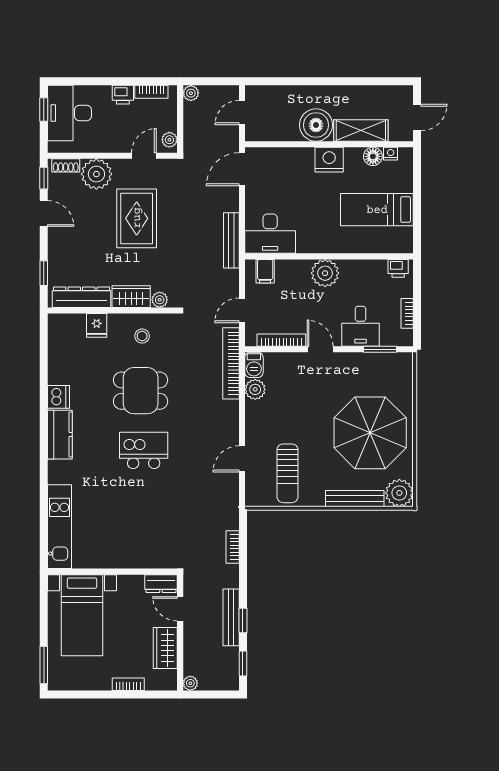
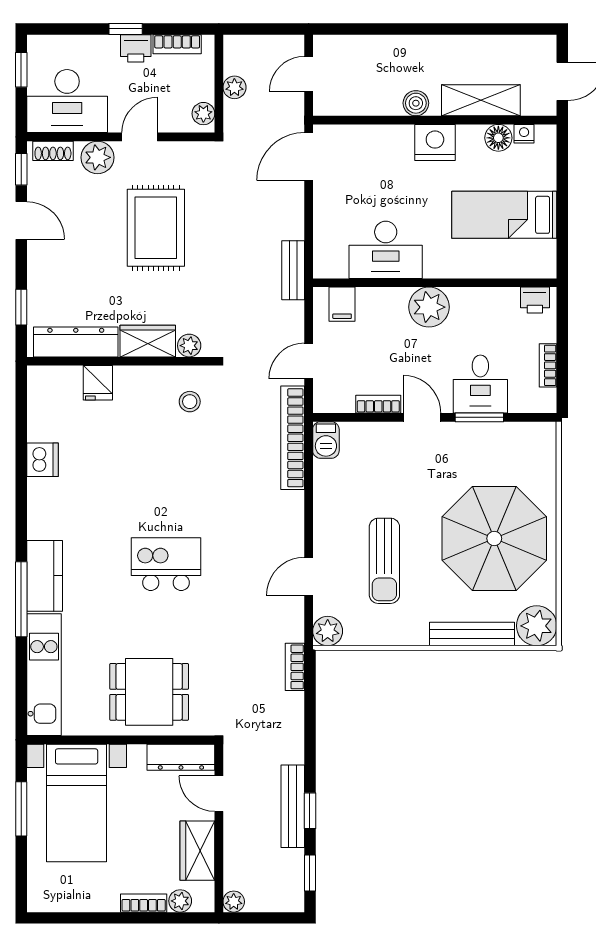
window: (116, 81) -> (126, 29), added
plant: (191, 93) -> (234, 87), moved
desk: (69, 113) -> (67, 101), moved, turned -90
boiler: (316, 125) -> (416, 103), width x0.54, depth x0.54
door: (144, 156) -> (140, 137), moved
plant: (96, 174) -> (98, 157), width x0.73, depth x0.73
desk: (270, 234) -> (386, 250), moved
bench: (231, 240) -> (293, 270), width x0.73
stool: (142, 336) -> (190, 402), moved
bookcase: (281, 340) -> (378, 404), width x0.64
window: (380, 349) -> (479, 417), moved
plant: (255, 389) -> (328, 631), moved
dining table: (141, 391) -> (149, 692), moved
dishwasher: (58, 397) -> (43, 460), moved
kitchen counter: (60, 435) -> (45, 576), moved
sun lounger: (287, 473) -> (384, 561), moved
window: (44, 475) -> (21, 599), added
bookcase: (233, 547) -> (295, 667), moved
dresser: (161, 584) -> (181, 757), width x1.44
window: (44, 665) -> (21, 809), moved
plant: (153, 683) -> (180, 901), added

